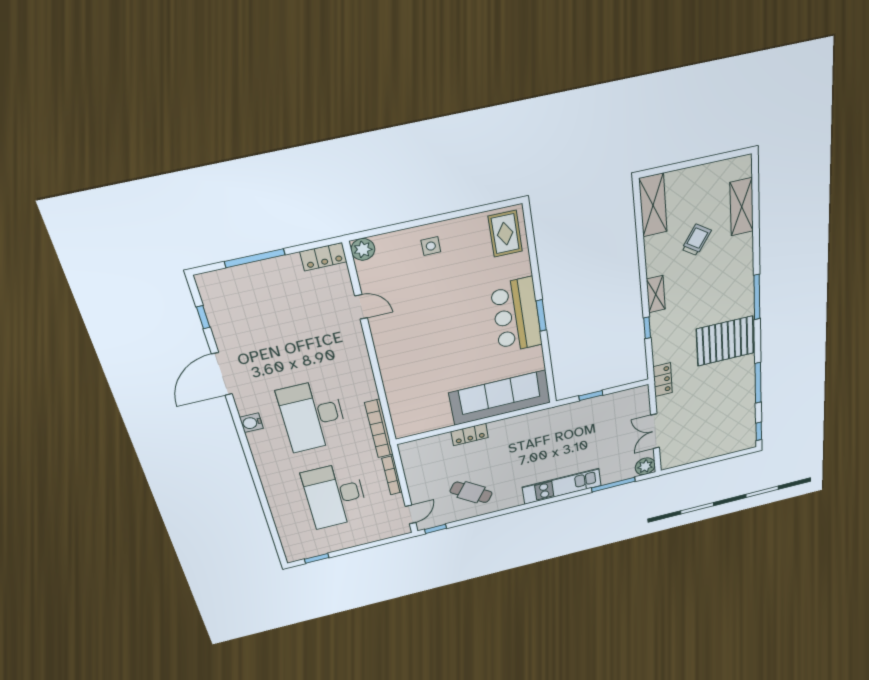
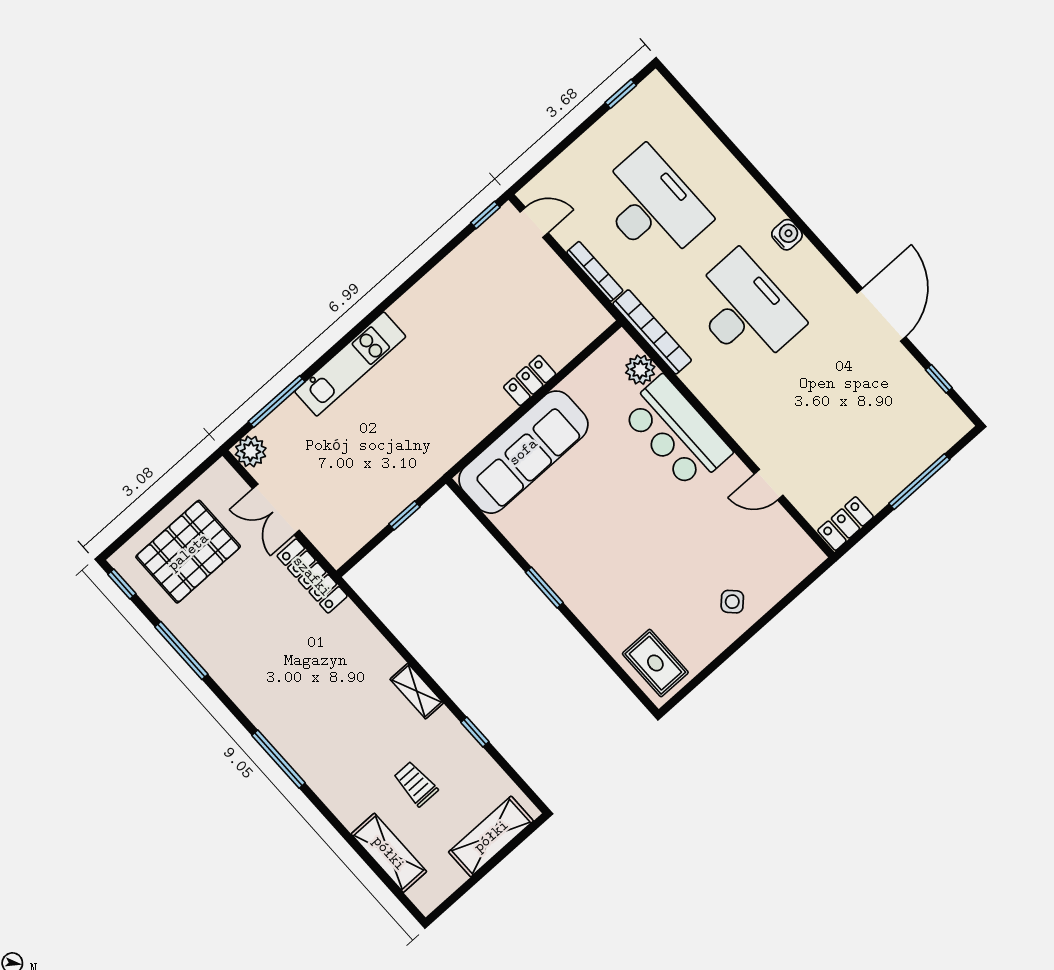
shelving: (653, 205) -> (491, 836), moved, turned 90
trolley: (696, 240) -> (416, 784), turned 146
side table: (431, 246) -> (732, 602), turned 45
plant: (363, 249) -> (640, 370), moved
bar counter: (516, 315) -> (676, 432), moved, turned 180
window: (647, 328) -> (475, 732), moved
pallet: (725, 341) -> (188, 552), moved
locker: (663, 380) -> (312, 576), width x1.53
water cooler: (251, 423) -> (787, 235), moved
double door: (655, 431) -> (276, 509), swing flipped
cafe table: (471, 492) -> (472, 295), removed
door: (410, 514) -> (534, 222), swing flipped

